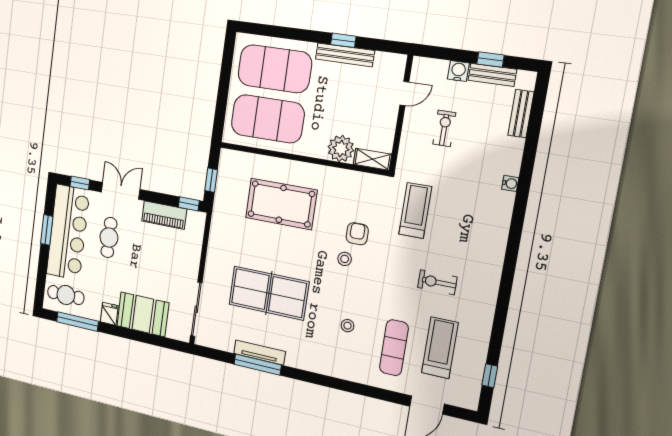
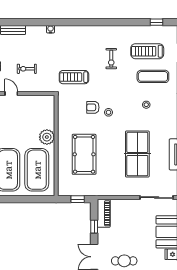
plant: (341, 149) -> (47, 137), moved
shelving: (372, 159) -> (50, 105), removed
window: (189, 204) -> (94, 227), moved
piano: (164, 215) -> (104, 213), moved

